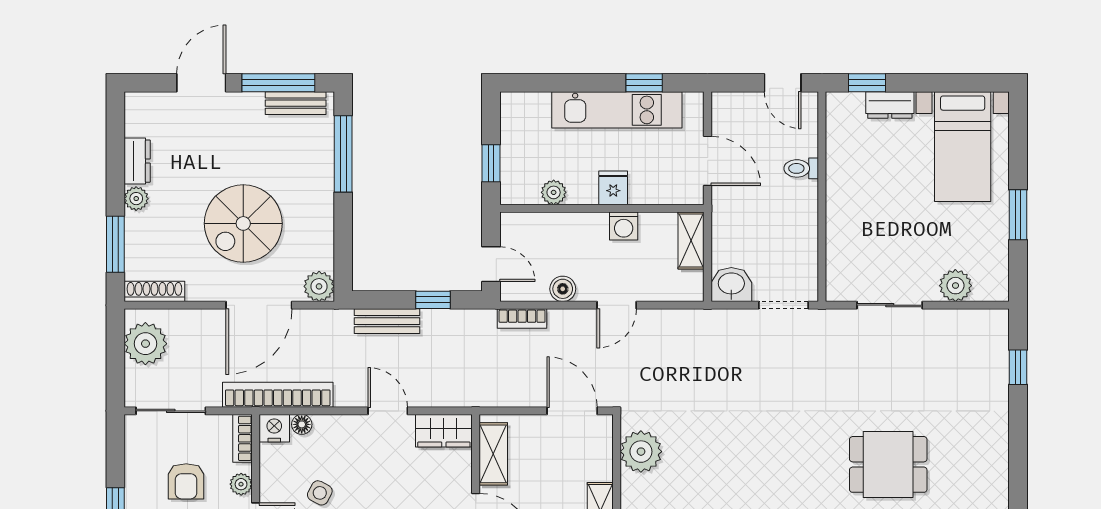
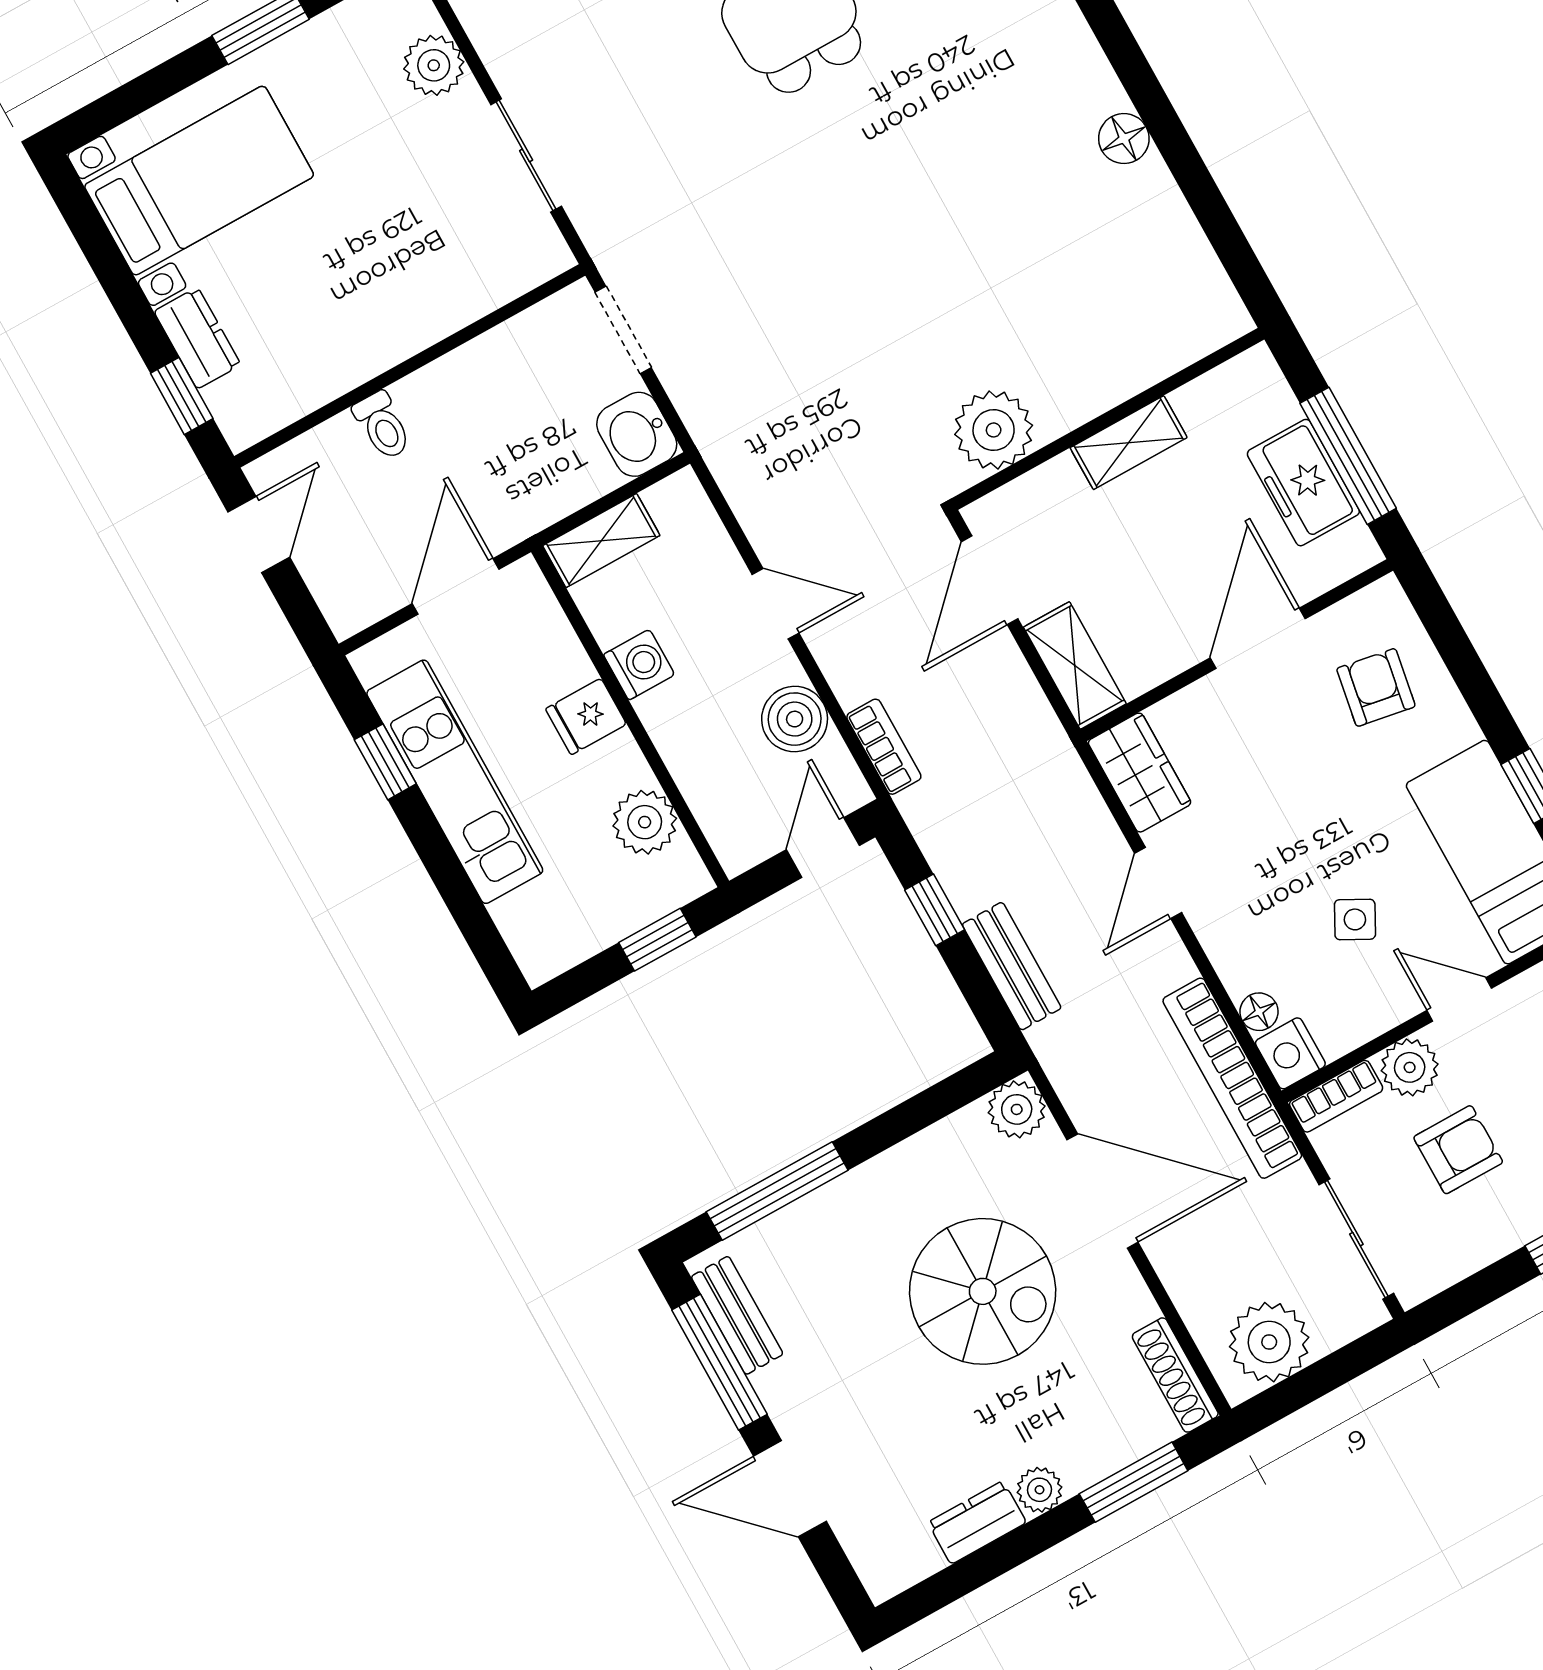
plant: (554, 192) -> (645, 822), width x1.38, depth x1.38
boiler: (563, 289) -> (795, 719), width x1.36, depth x1.36
shelving: (493, 454) -> (1075, 665), moved, turned 90
plant: (241, 484) -> (1410, 1067), width x1.38, depth x1.38

